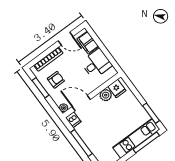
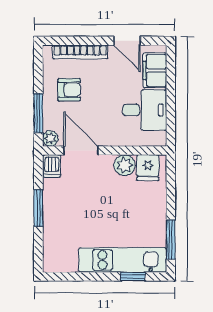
window: (40, 88) -> (38, 113), moved
window: (146, 142) -> (133, 277), width x0.46
window: (81, 143) -> (38, 208), width x0.69

